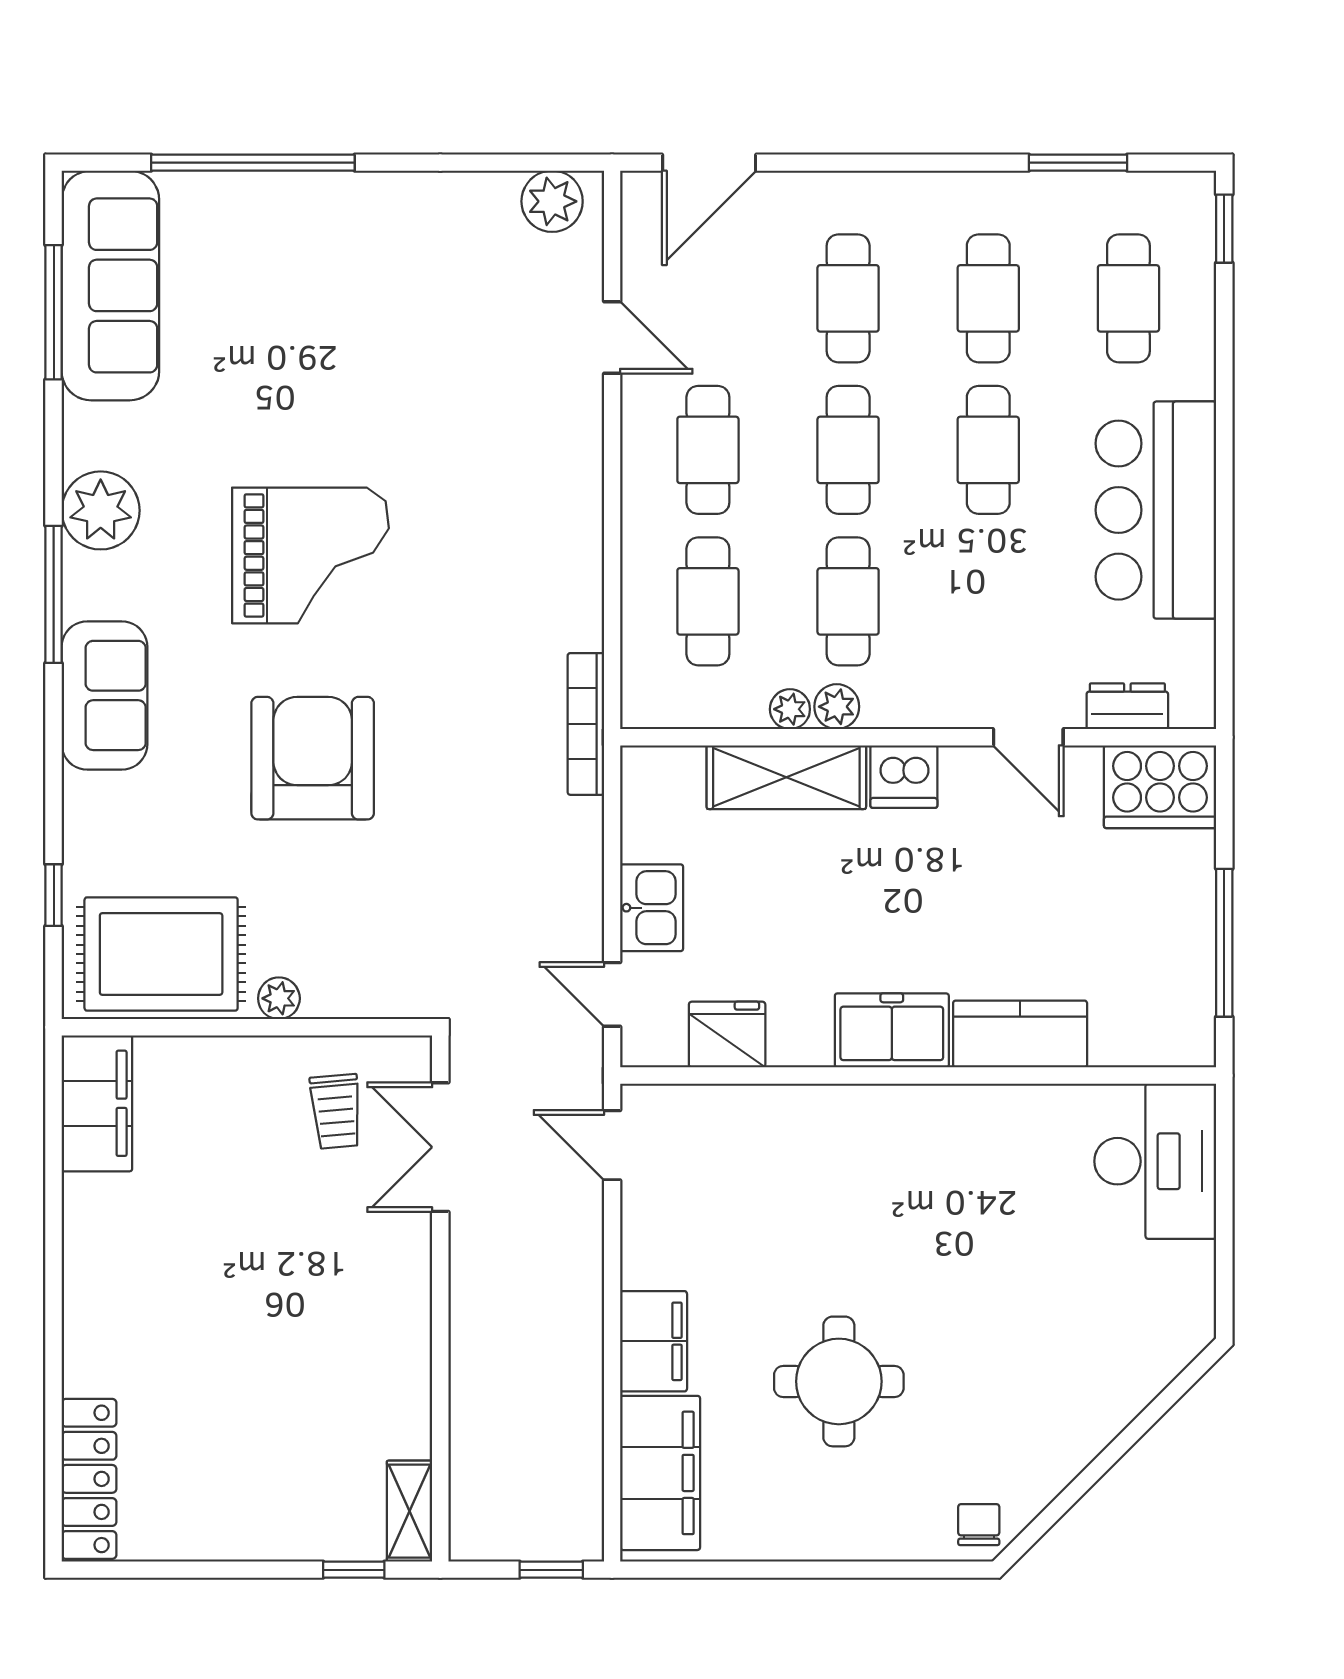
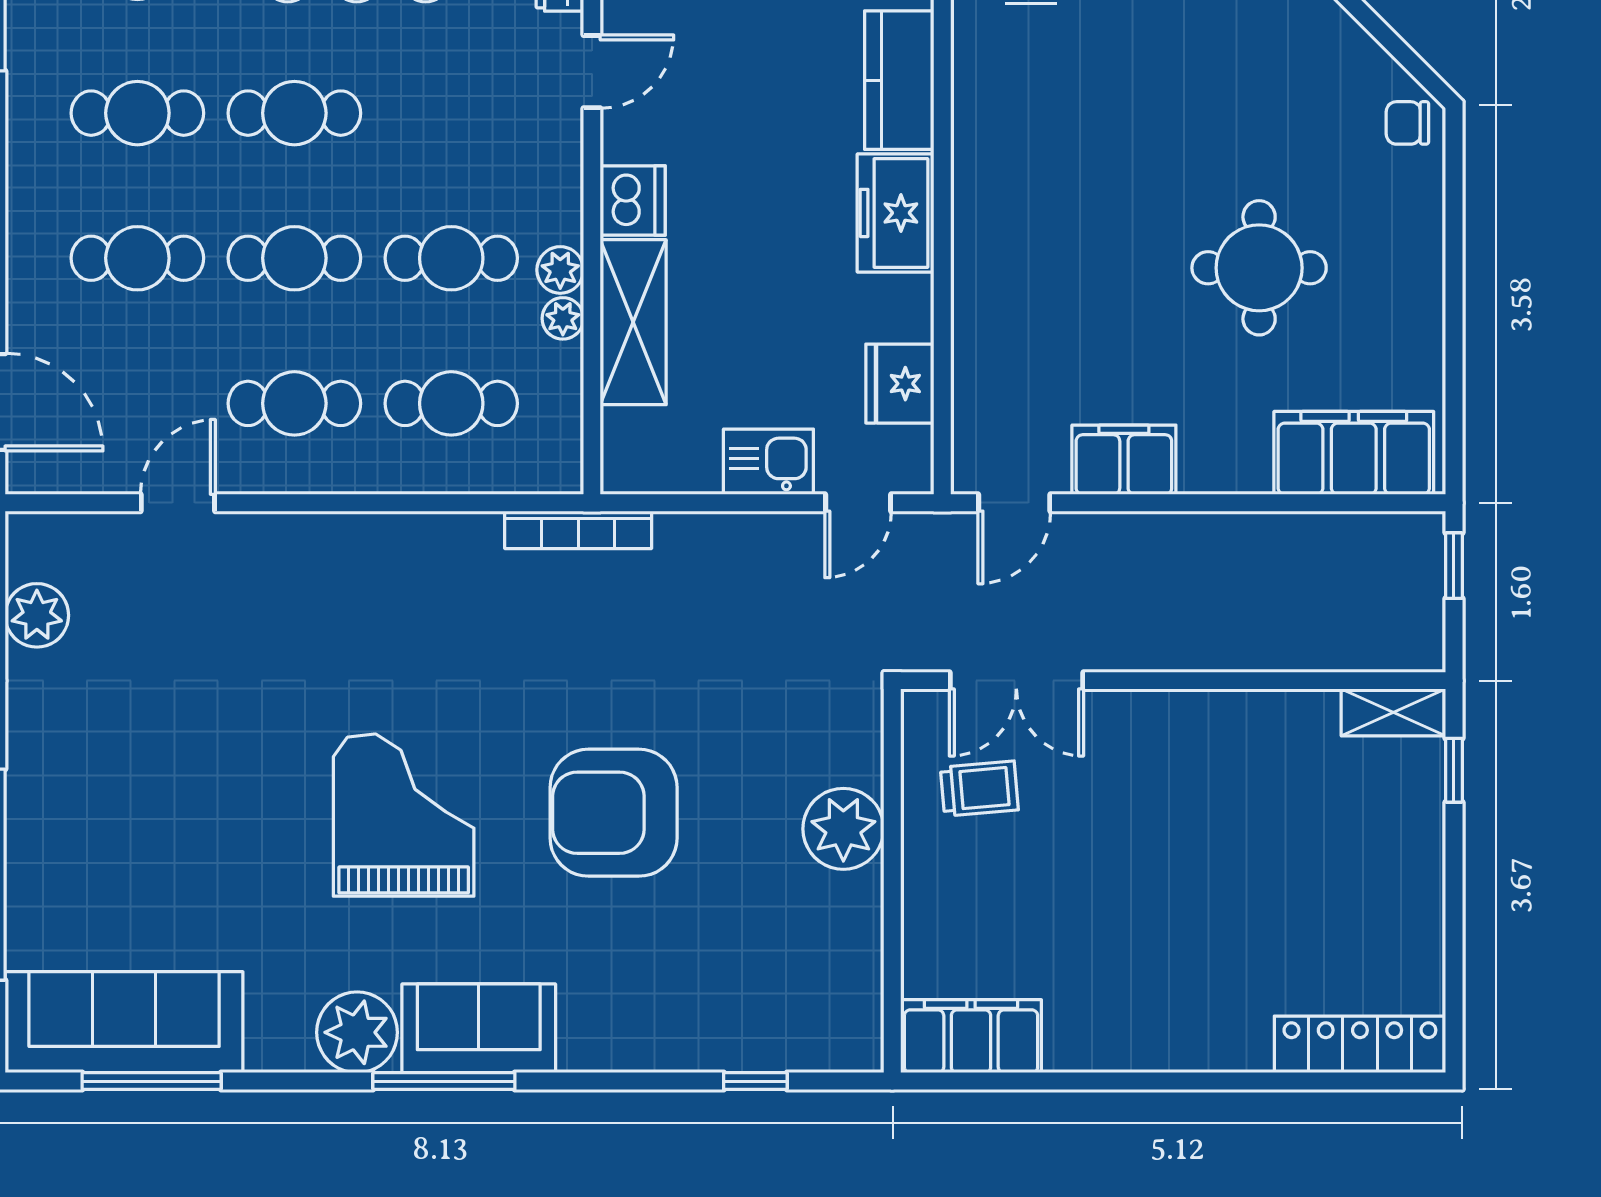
plant: (552, 201) -> (37, 615), moved
sofa: (104, 695) -> (479, 1028), moved
rug: (161, 954) -> (816, 970), removed
plant: (279, 998) -> (843, 829), width x1.88, depth x1.88
filing cabinet: (654, 1341) -> (1124, 460), moved

